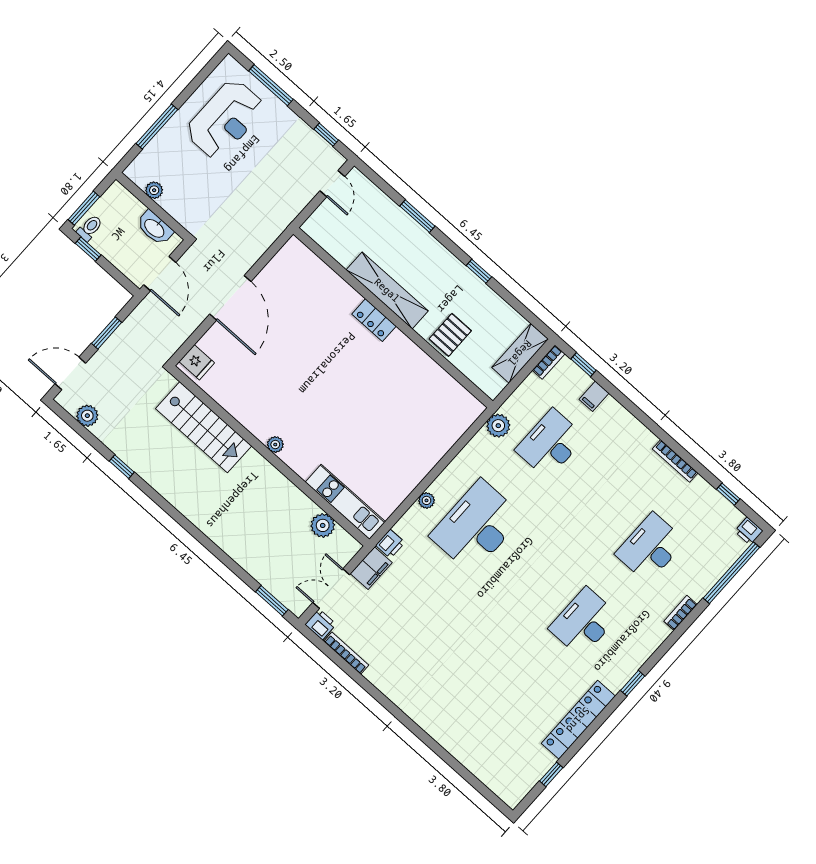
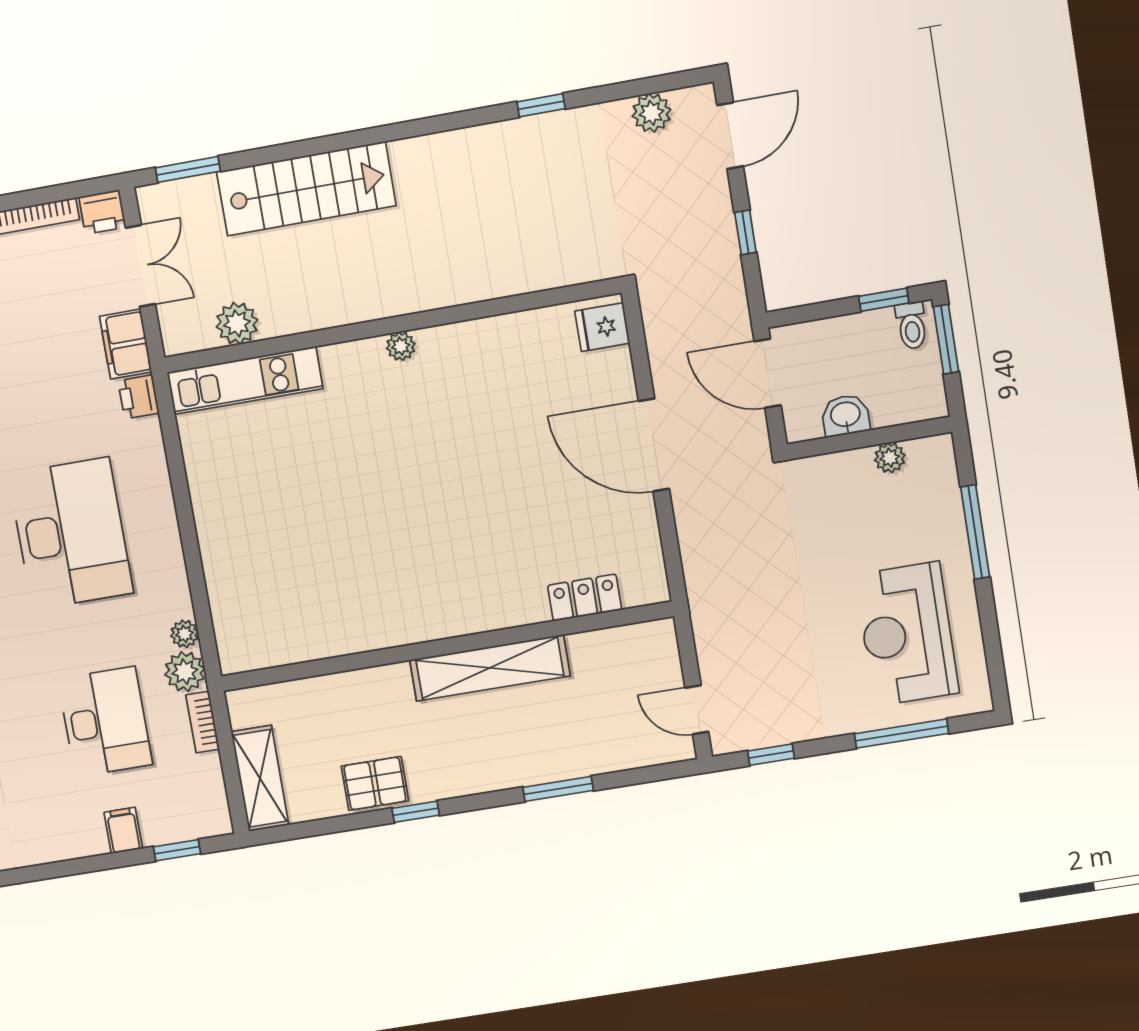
washbasin: (155, 228) -> (845, 415), width x0.72
locker: (374, 320) -> (585, 598), moved
window: (107, 333) -> (745, 232), width x0.67
pallet: (450, 335) -> (375, 783), moved, turned 90
bookcase: (549, 362) -> (203, 722), moved
stairs: (204, 427) -> (306, 189), moved, turned 180
plant: (427, 500) -> (185, 634), moved

